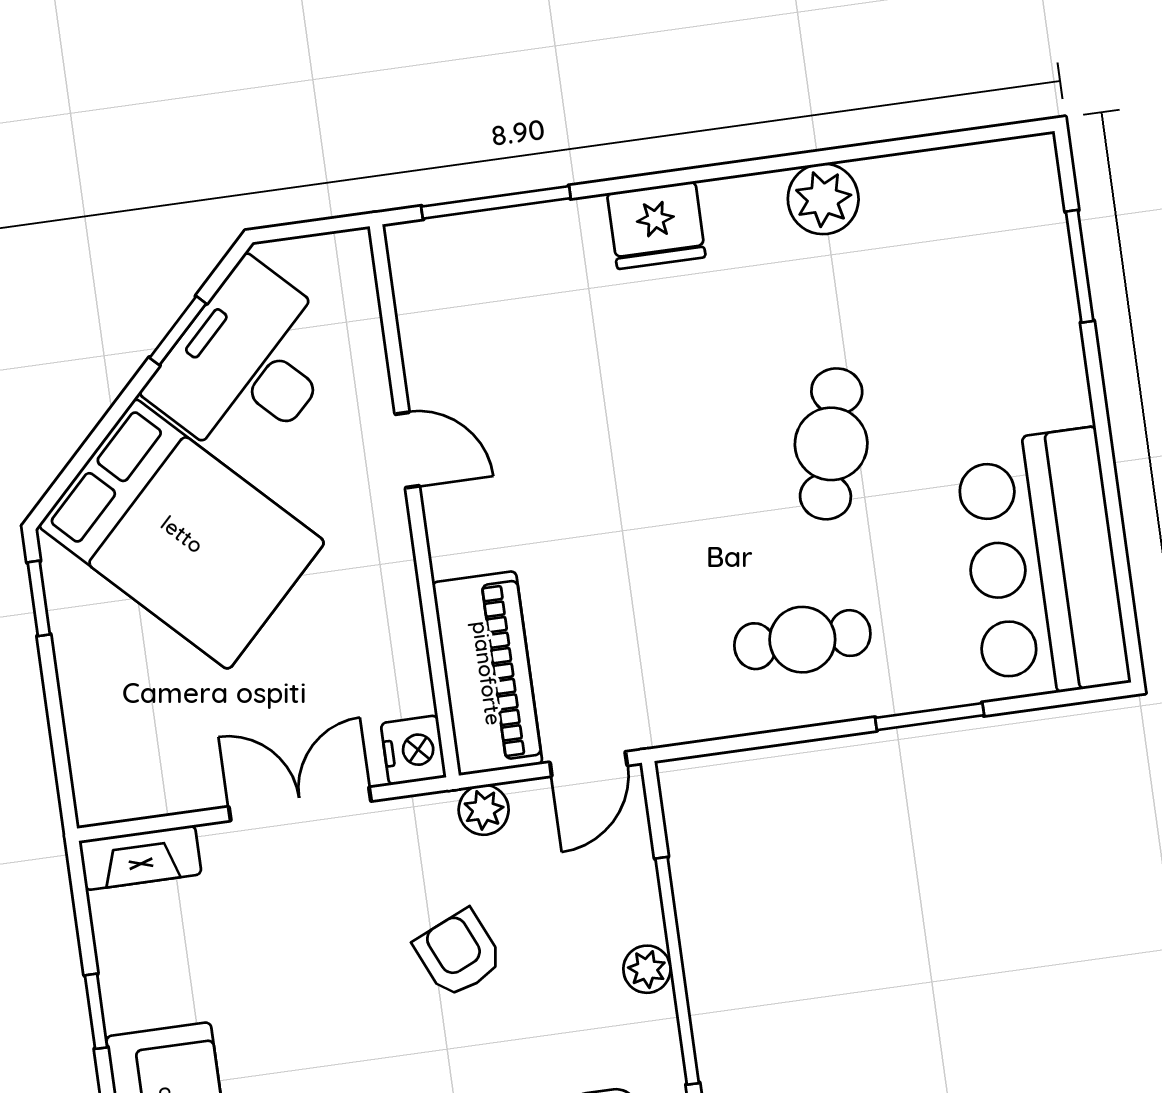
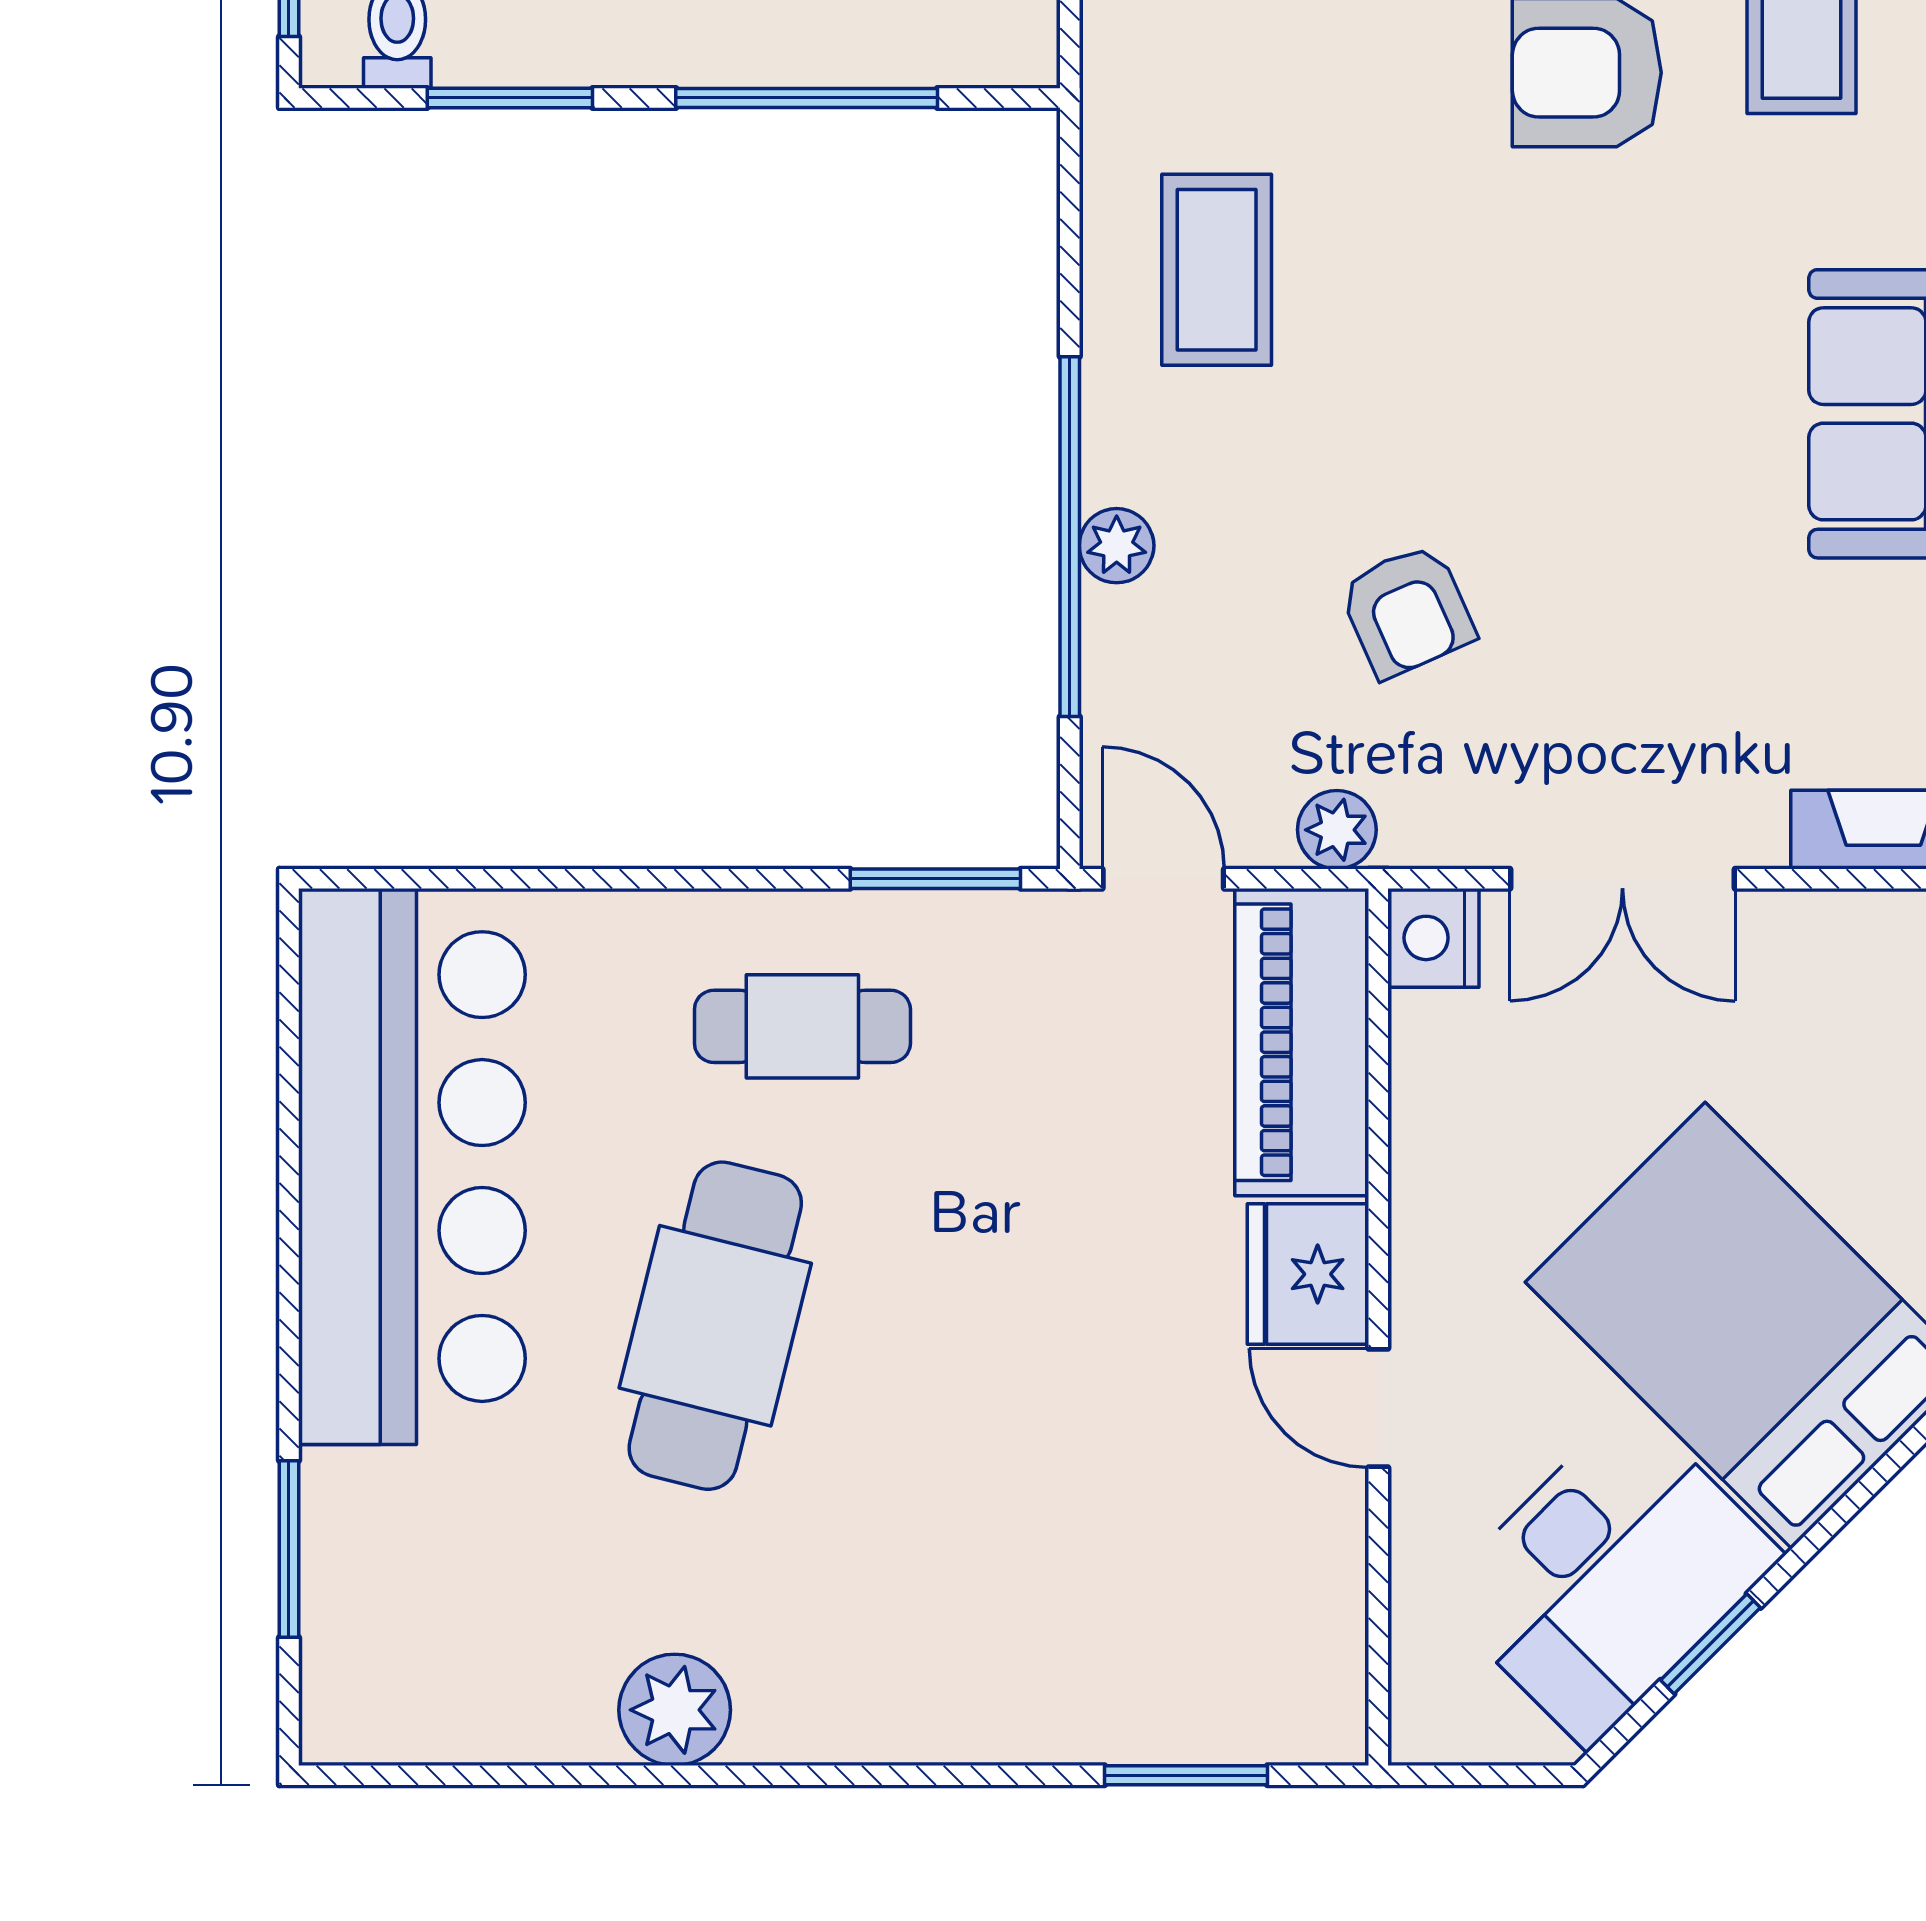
window: (496, 202) -> (1186, 1775), width x0.69
fridge: (656, 225) -> (1308, 1274), moved, turned -90
cafe table: (831, 444) -> (715, 1326), width x1.37, depth x1.35
bar counter: (1042, 564) -> (412, 1167), width x1.36
window: (930, 717) -> (935, 879), moved
door: (589, 764) -> (1163, 879), hinge flipped

